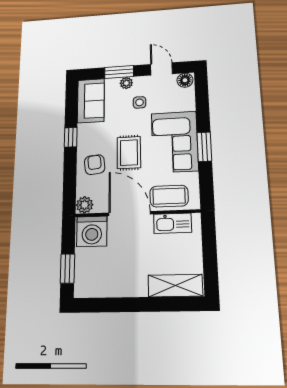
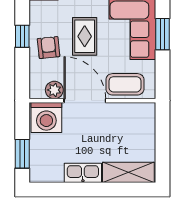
window: (71, 137) -> (22, 36), moved
plant: (85, 205) -> (54, 90), moved
kitchen sink: (173, 223) -> (83, 173), moved, turned 180

